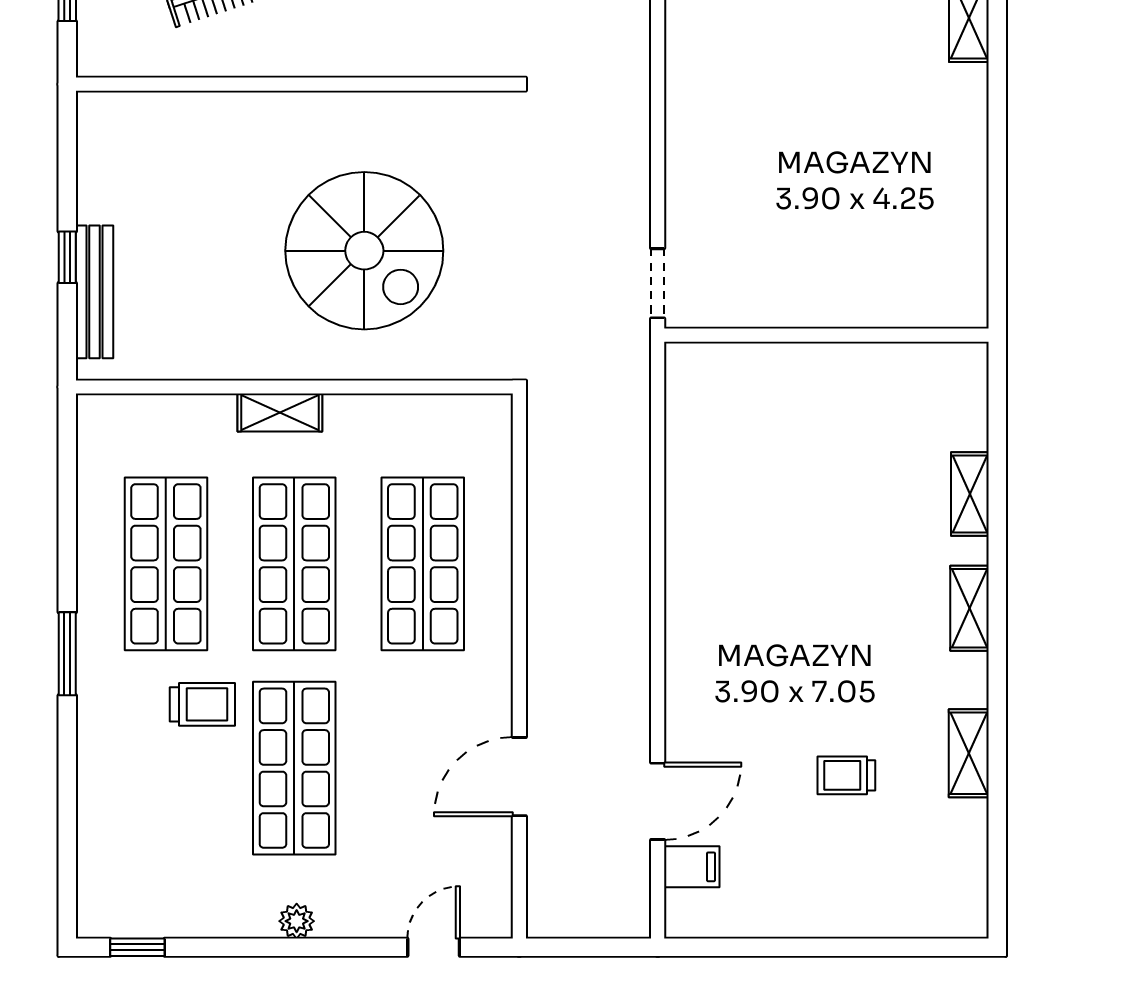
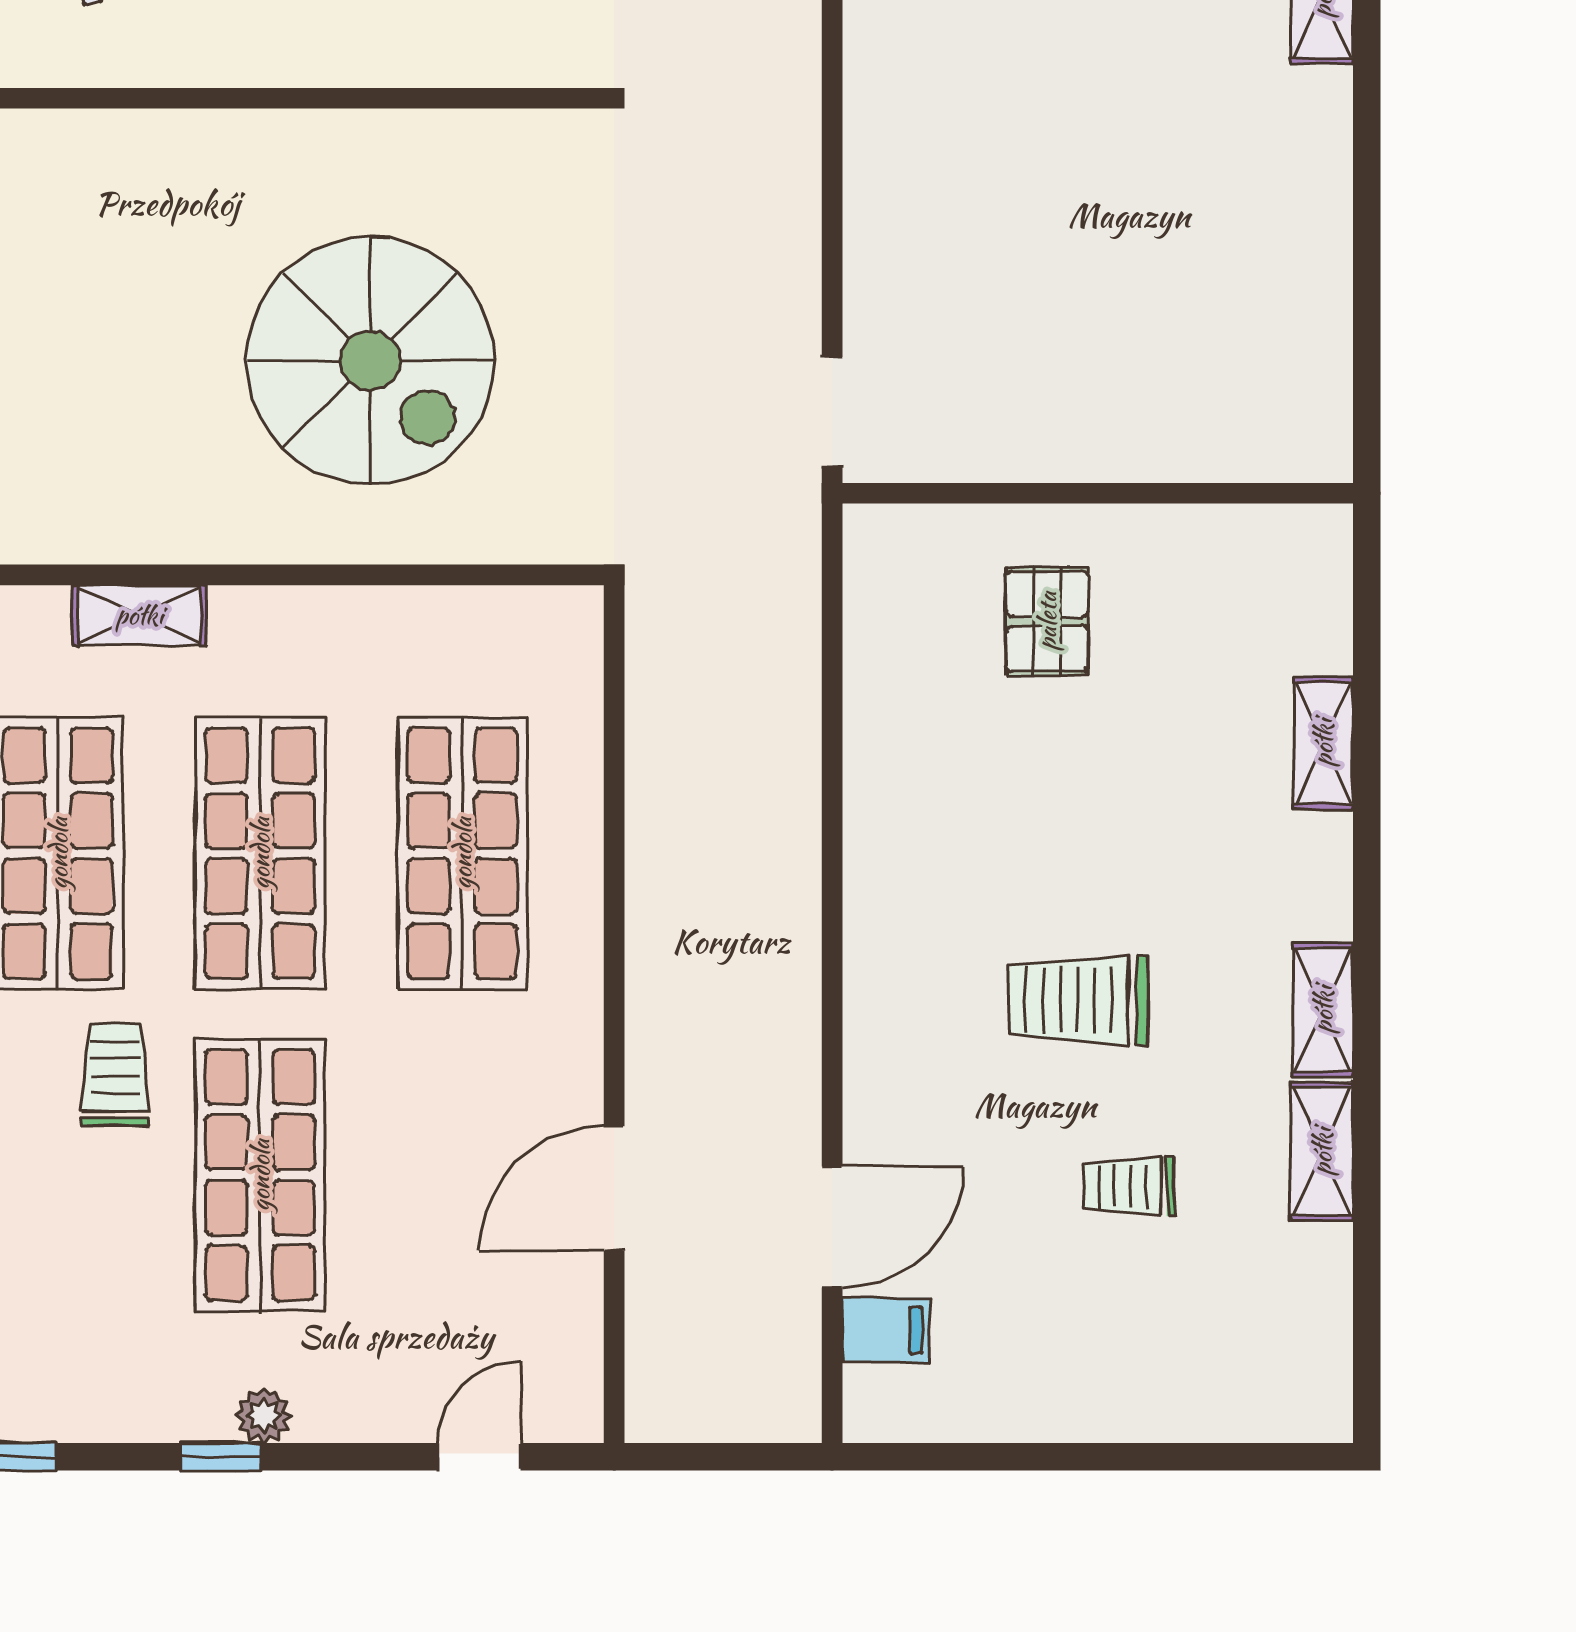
shelving: (280, 413) -> (139, 615), moved
pallet: (794, 416) -> (1047, 621), added
shelving: (970, 608) -> (1323, 1010), moved
trolley: (814, 657) -> (1078, 1000), added
trolley: (202, 704) -> (115, 1075), turned -90
window: (270, 947) -> (221, 1457), added

